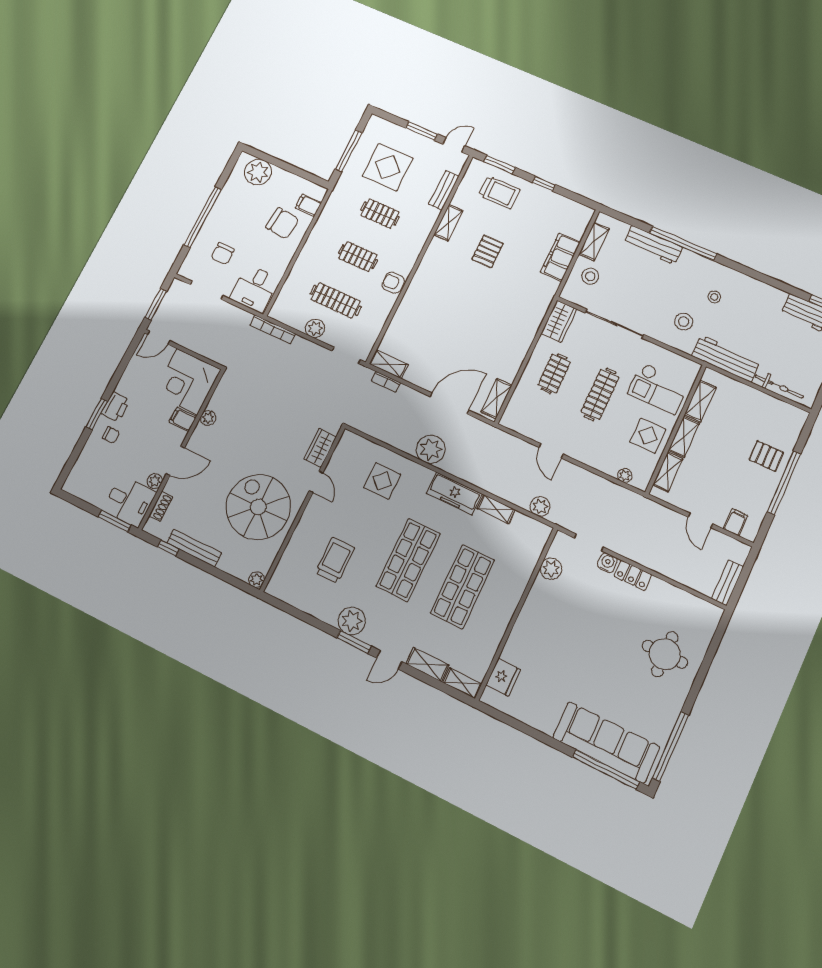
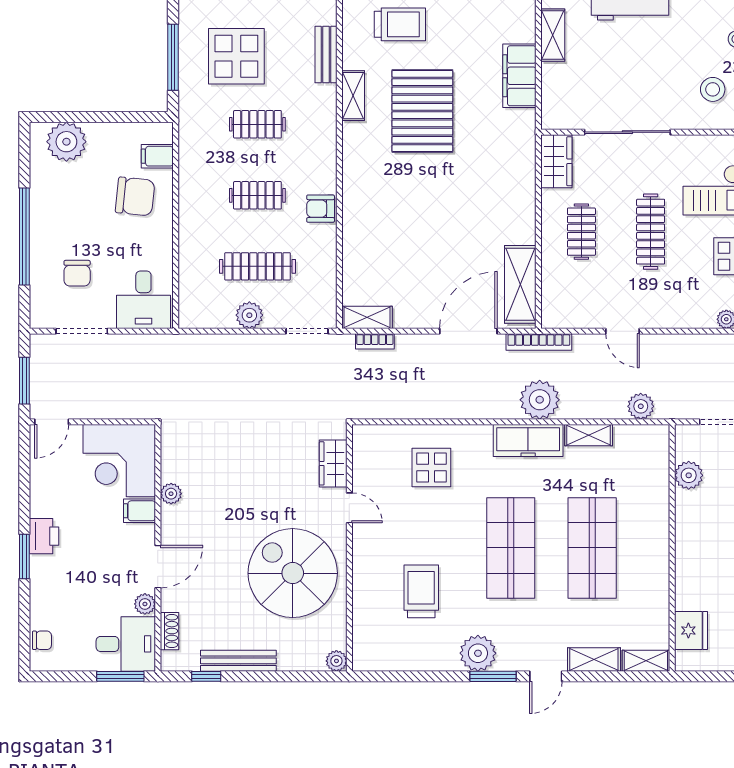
pallet: (488, 251) -> (422, 111), width x2.05, depth x2.00
stool: (590, 276) -> (569, 84), removed
bookcase: (273, 329) -> (539, 342), moved
shelving: (496, 399) -> (520, 284), width x1.50, depth x1.33
chair: (111, 435) -> (42, 640), moved
plant: (431, 449) -> (540, 400), moved

